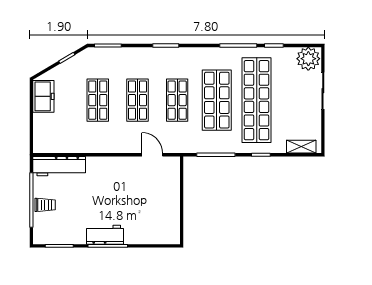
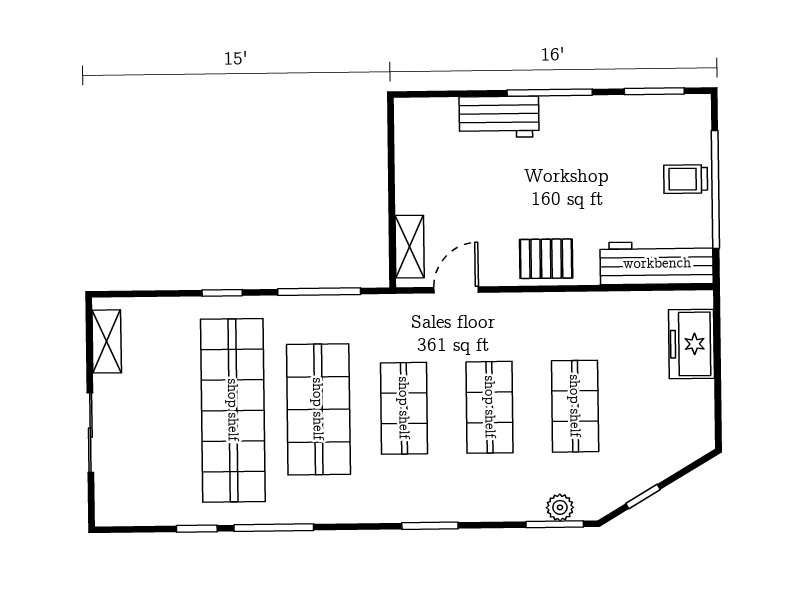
plant: (308, 59) -> (560, 507), moved, width x0.53, depth x0.53
freezer: (43, 96) -> (691, 344), moved
shelving: (301, 147) -> (107, 341), moved, turned 90
door: (152, 155) -> (456, 290), swing flipped
pallet: (110, 169) -> (546, 259), added
shelving: (174, 175) -> (410, 247), added
workbench: (105, 235) -> (499, 117), moved

